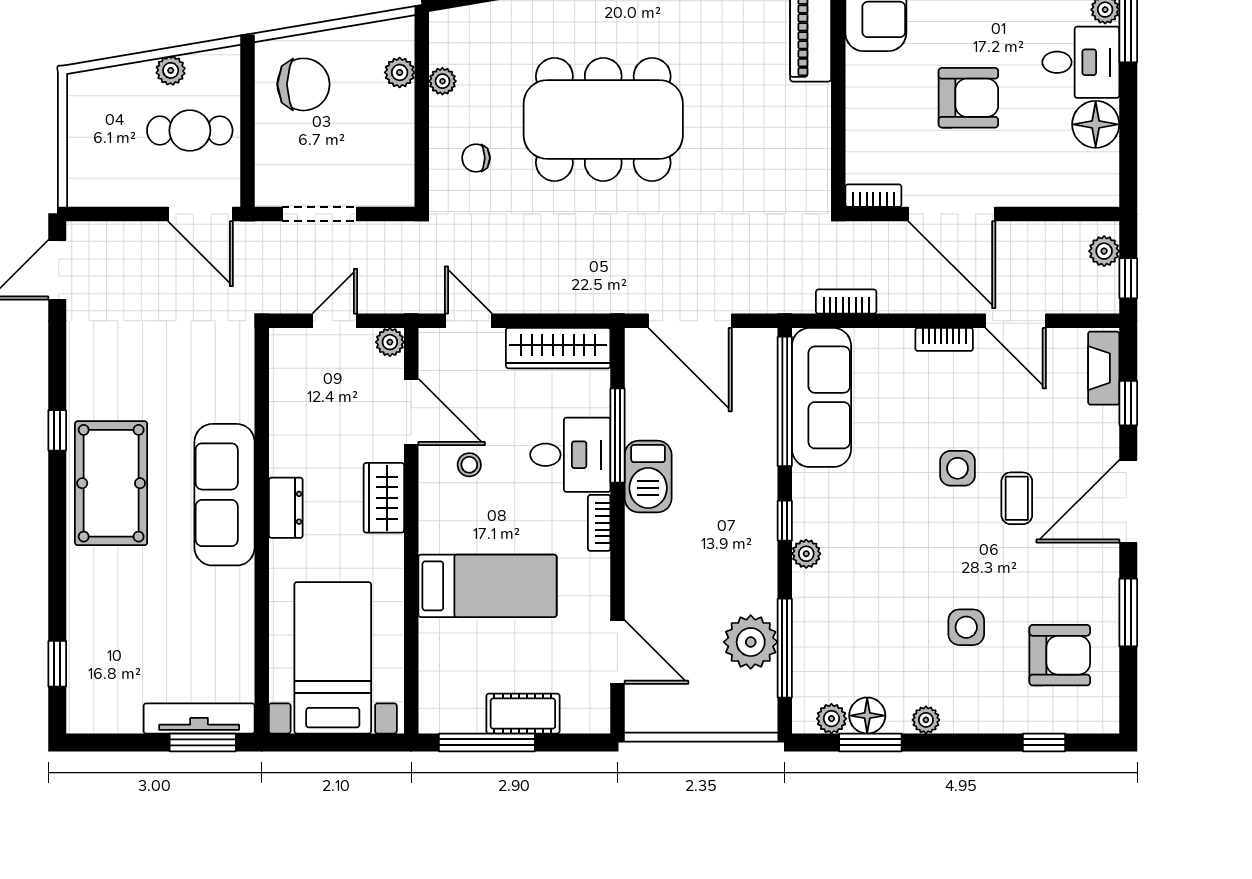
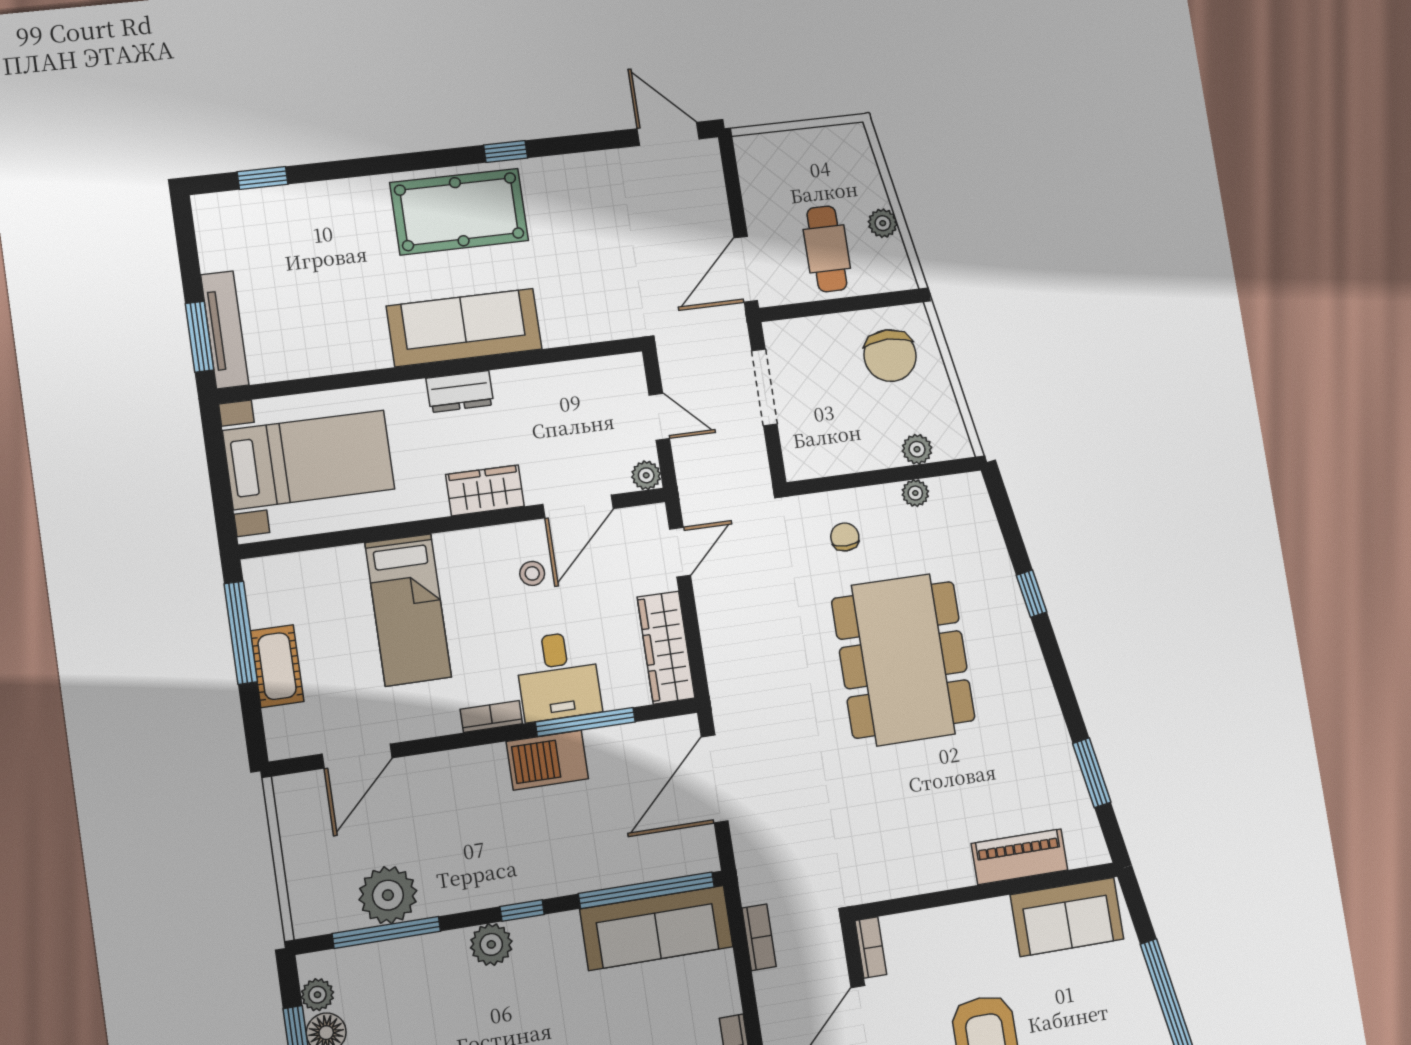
plant: (806, 554) -> (491, 944), width x1.38, depth x1.38

